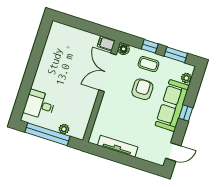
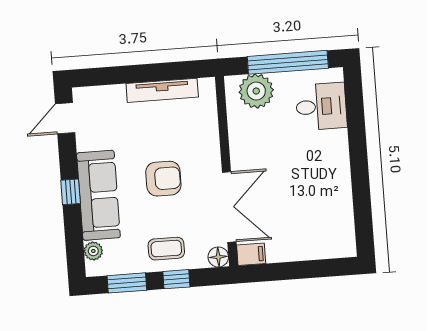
armchair: (142, 89) -> (163, 179), moved, turned -90
plant: (64, 129) -> (256, 91), width x1.87, depth x1.87

